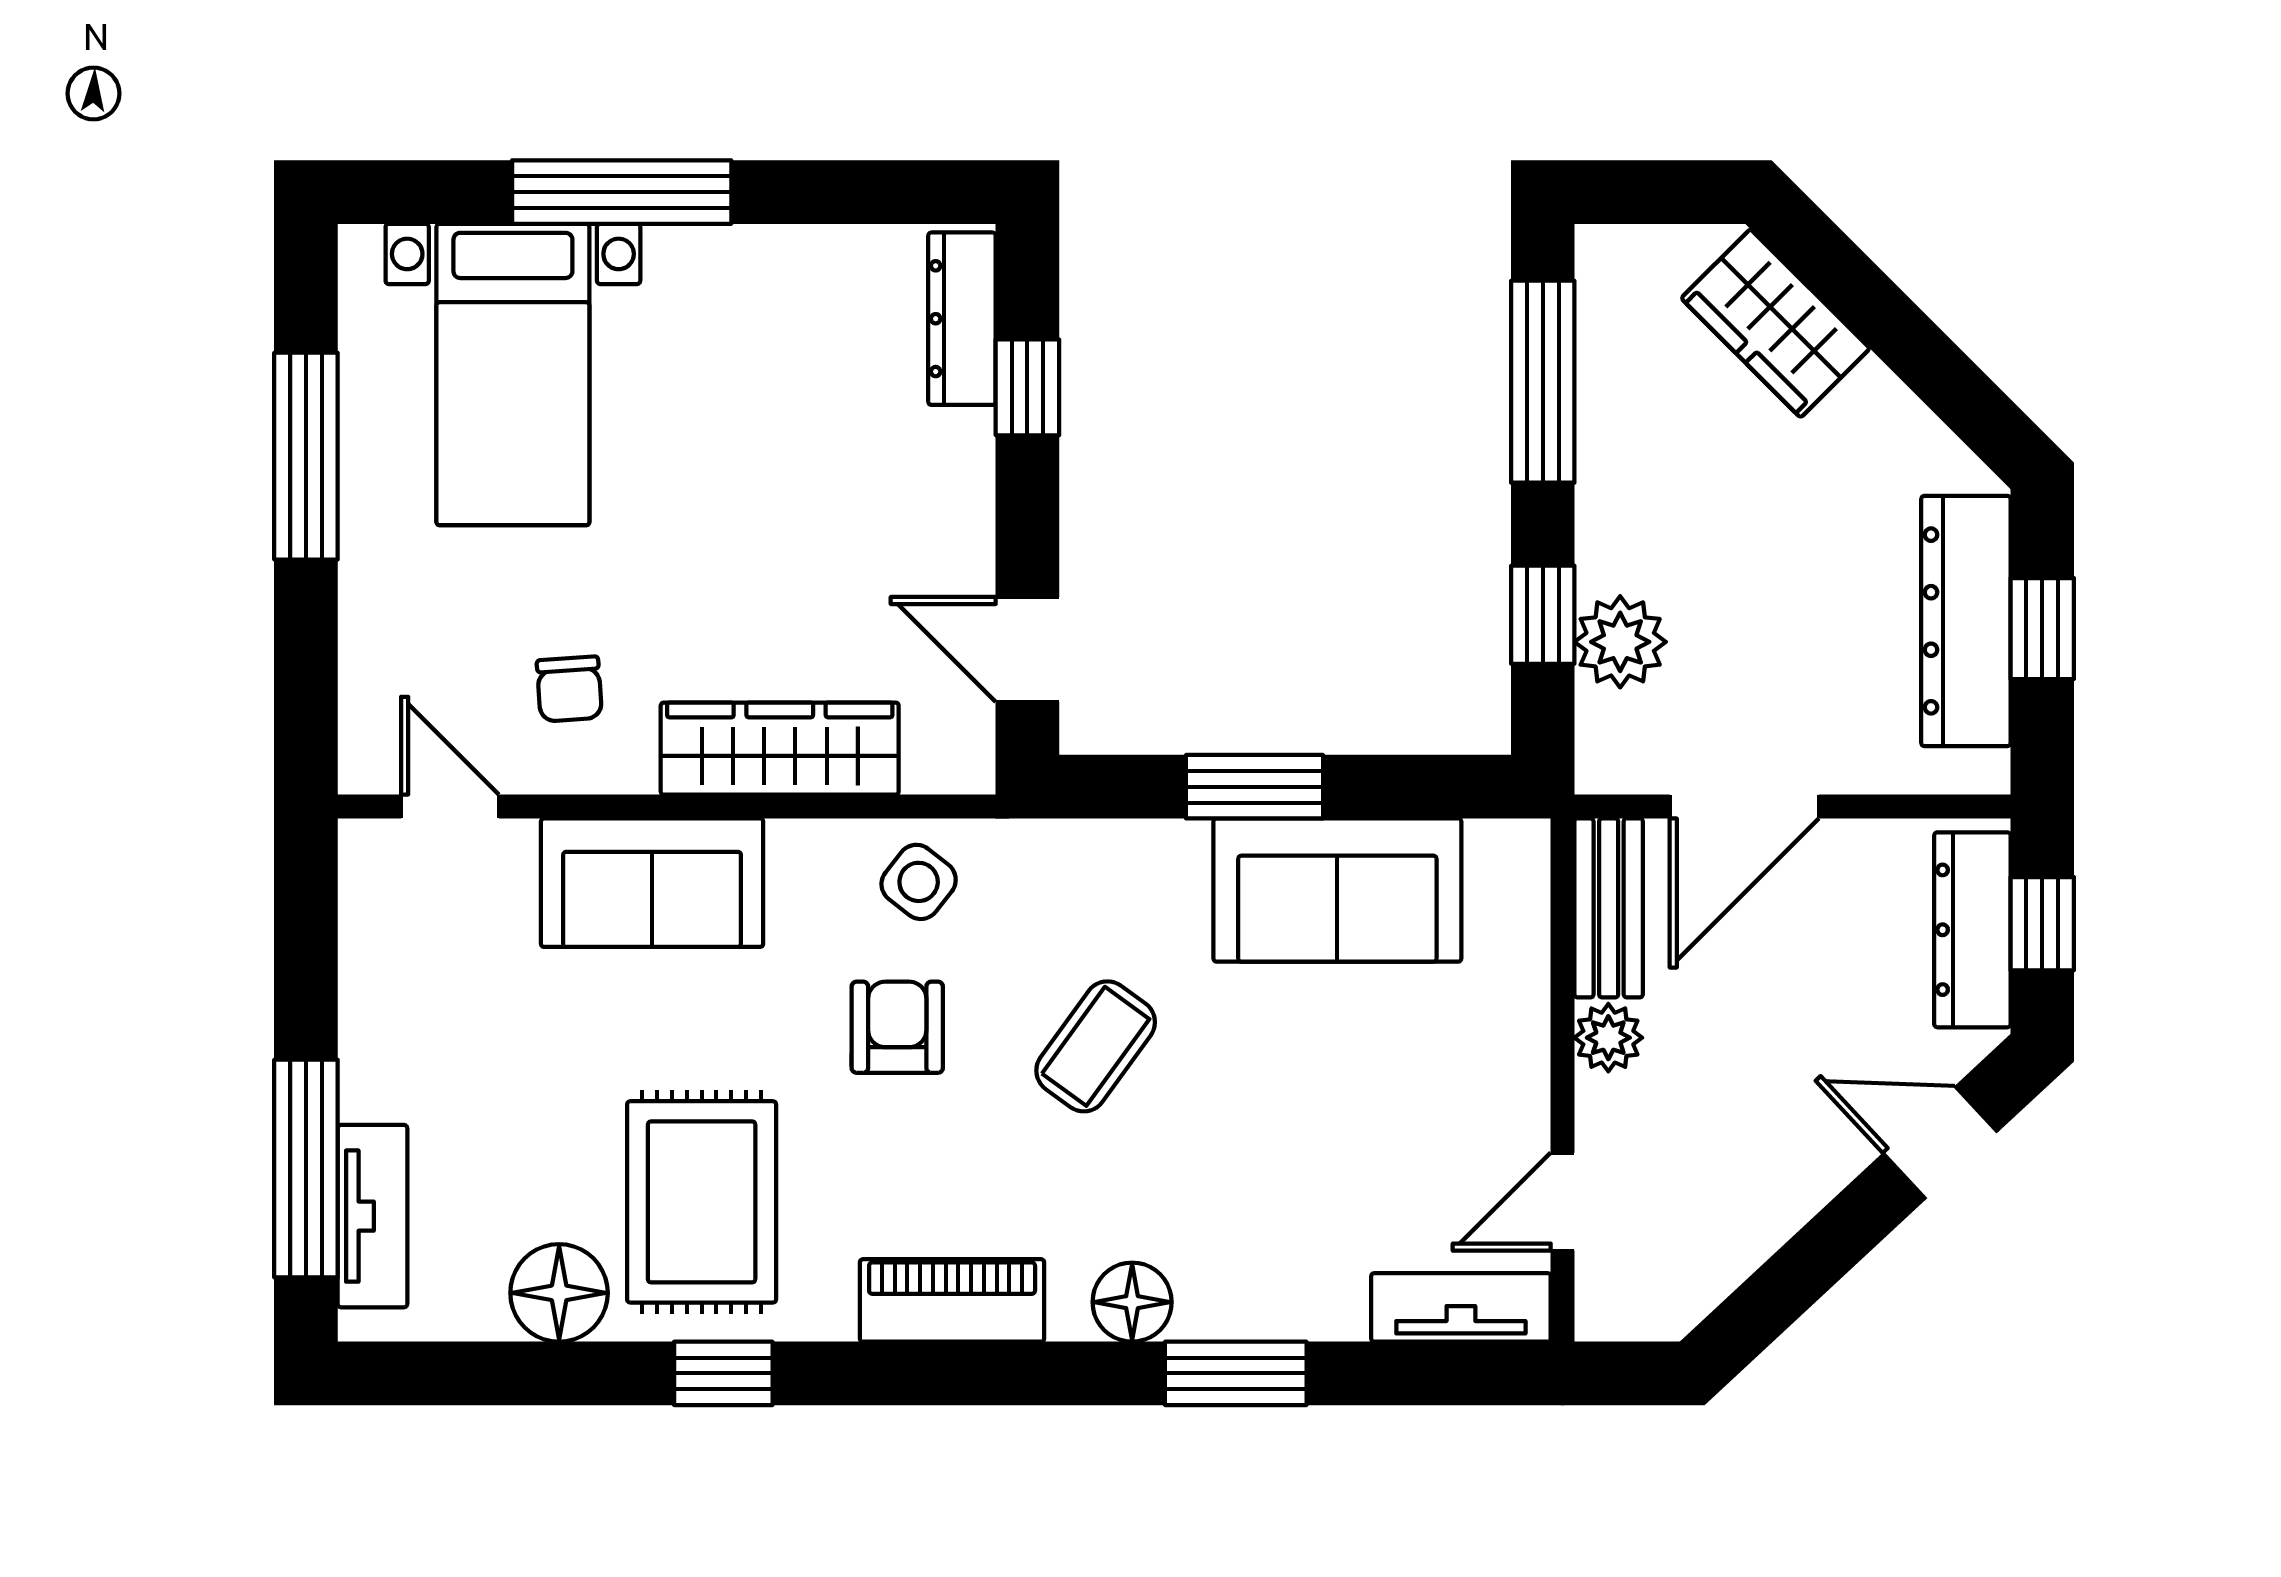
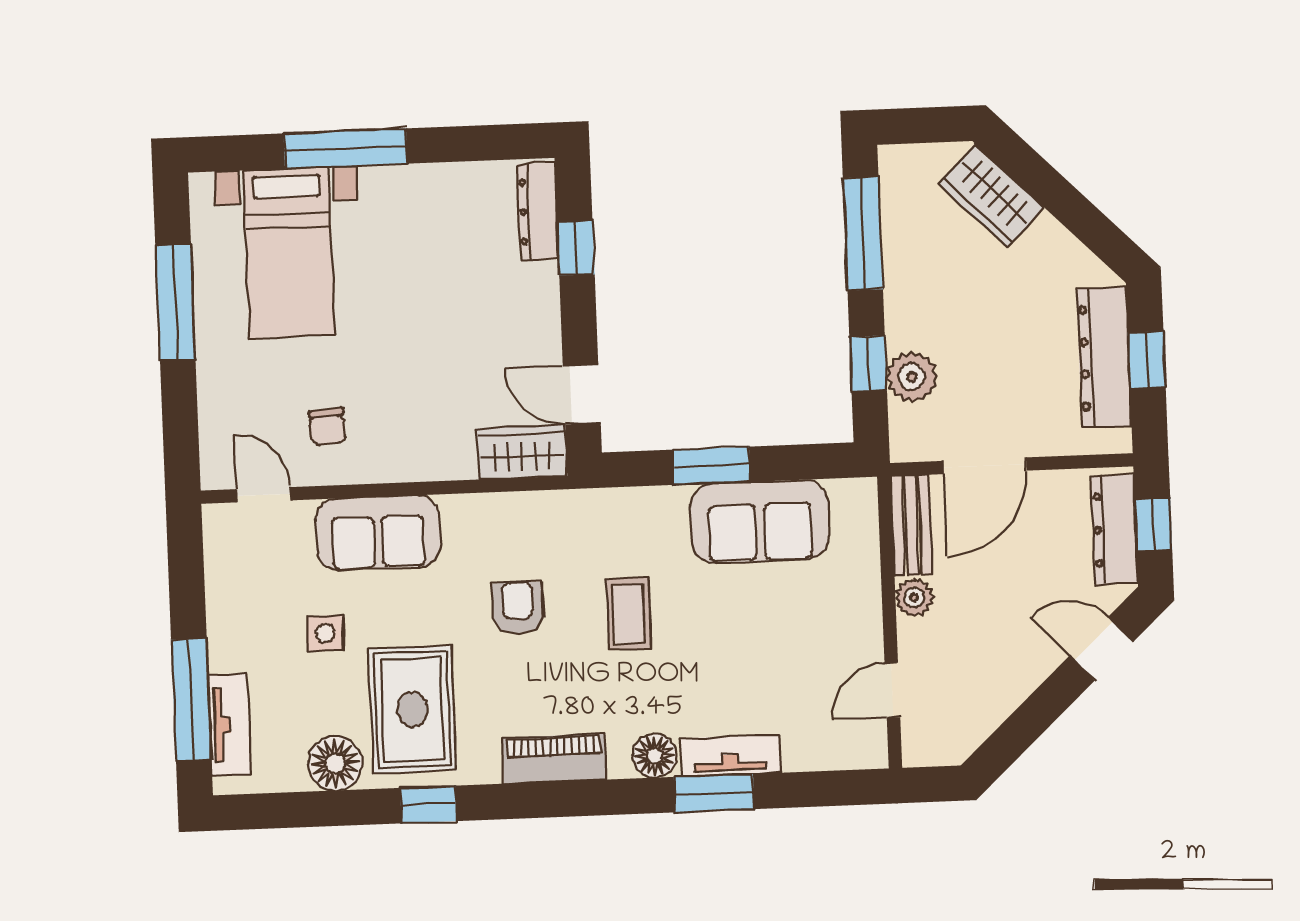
wardrobe: (780, 749) -> (522, 452), moved, width x0.67
side table: (919, 882) -> (325, 633), moved, turned -38
coffee table: (1096, 1046) -> (629, 614), turned -36
tv unit: (1461, 1307) -> (730, 756), moved

